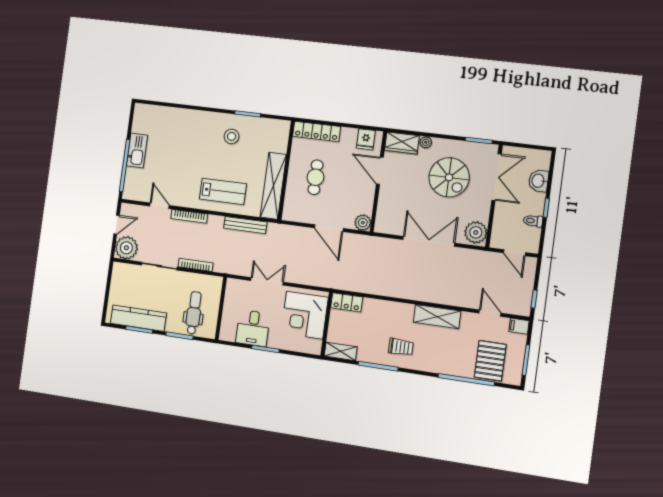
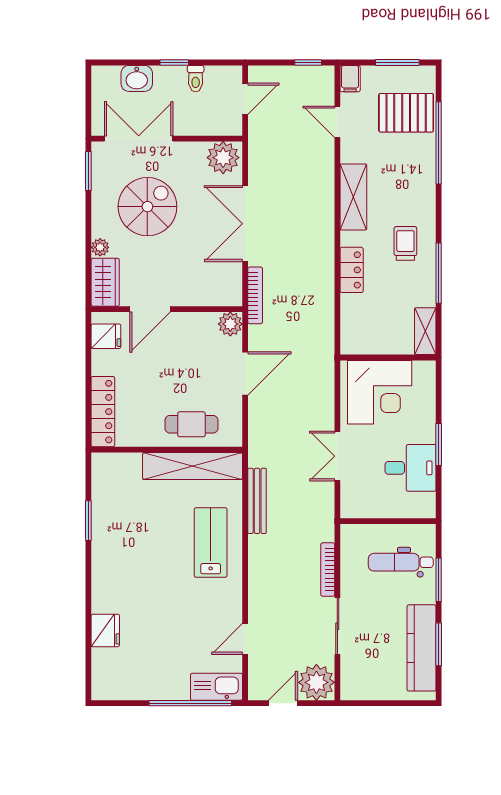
fridge: (177, 117) -> (105, 630), added
stool: (232, 136) -> (126, 541), removed
kitchen sink: (137, 151) -> (216, 687), moved
cafe table: (315, 177) -> (191, 424), moved
bookcase: (189, 216) -> (255, 295), moved
door: (117, 225) -> (283, 703), hinge flipped
locker: (347, 302) -> (352, 270), moved
door: (490, 313) -> (337, 122), hinge flipped

